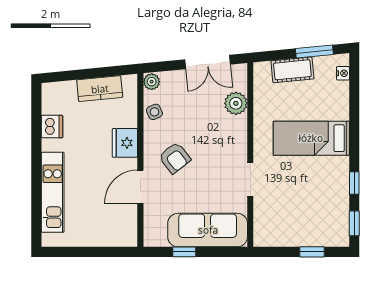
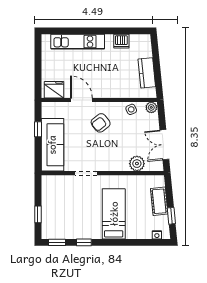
window: (314, 52) -> (171, 216), width x0.67
fridge: (125, 143) -> (54, 90), moved

